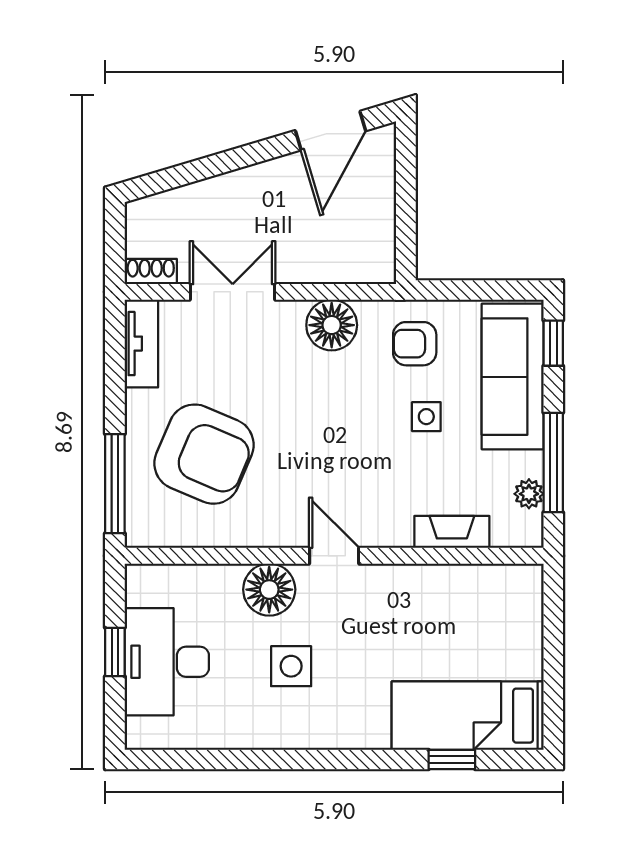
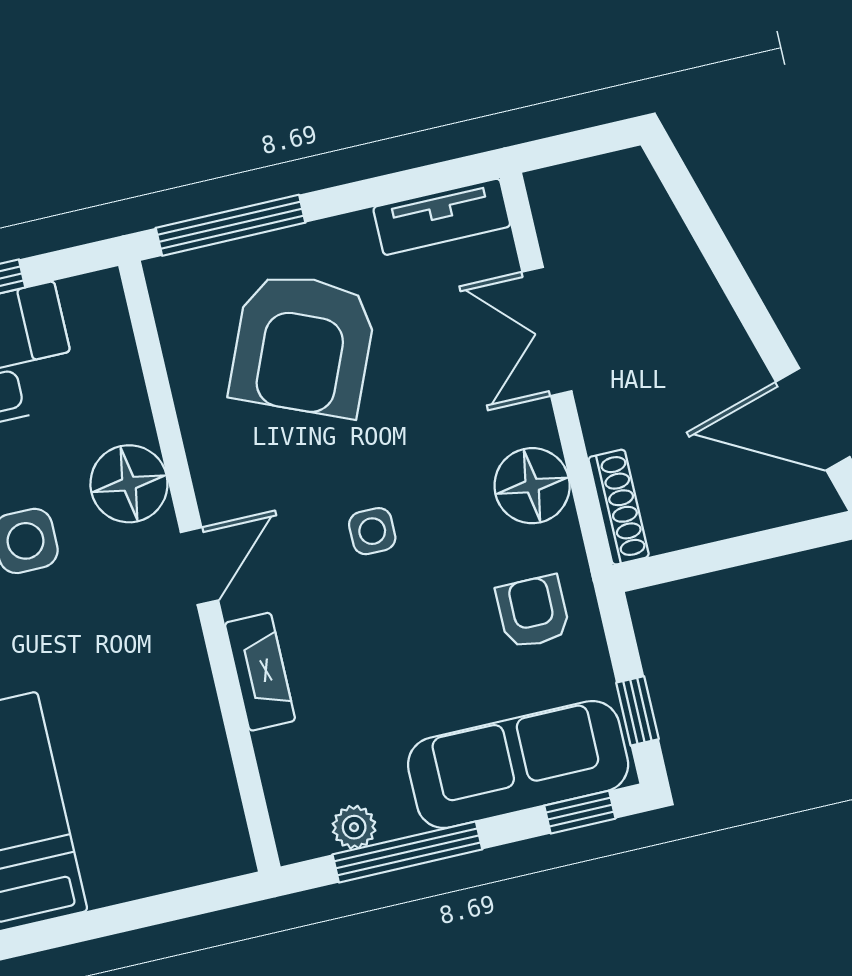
shoe rack: (151, 271) -> (619, 507), moved, width x1.43
window: (496, 290) -> (637, 711), added
double door: (233, 292) -> (547, 331), swing flipped
side table: (426, 417) -> (372, 531), moved
fireplace: (452, 532) -> (260, 672), moved

